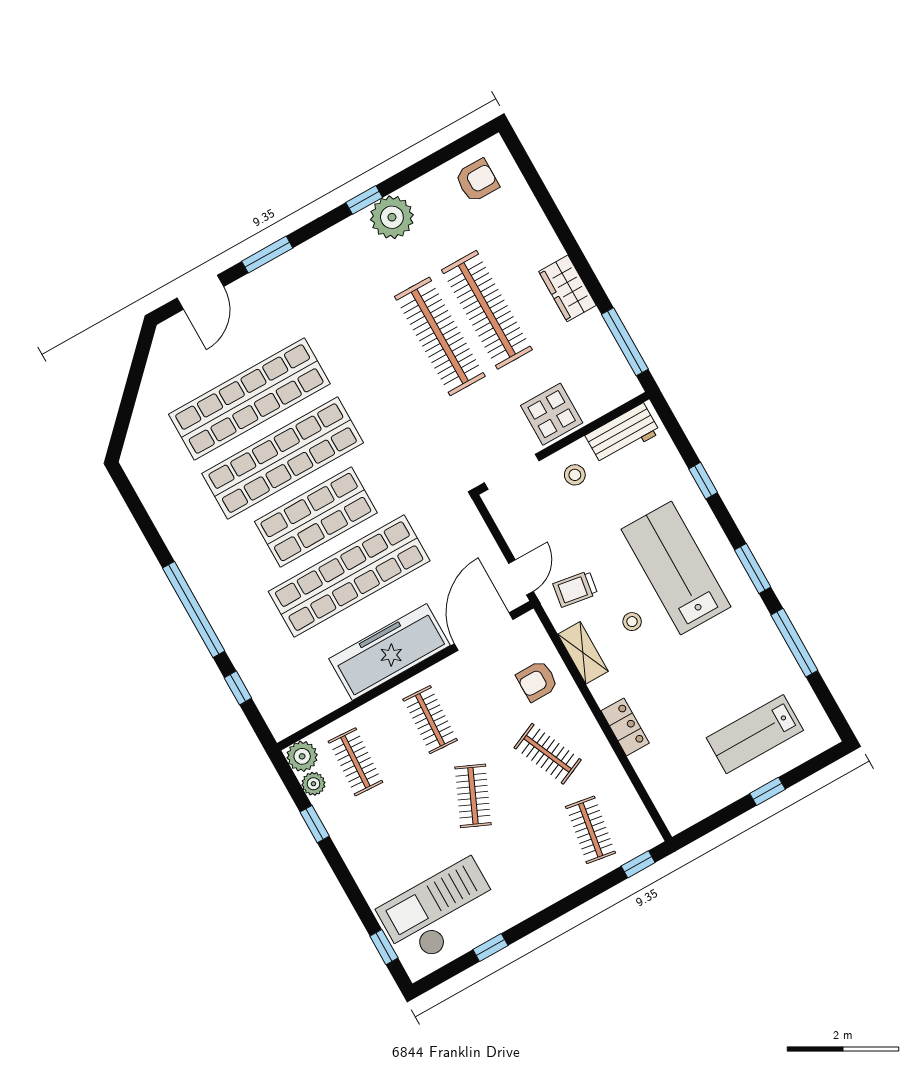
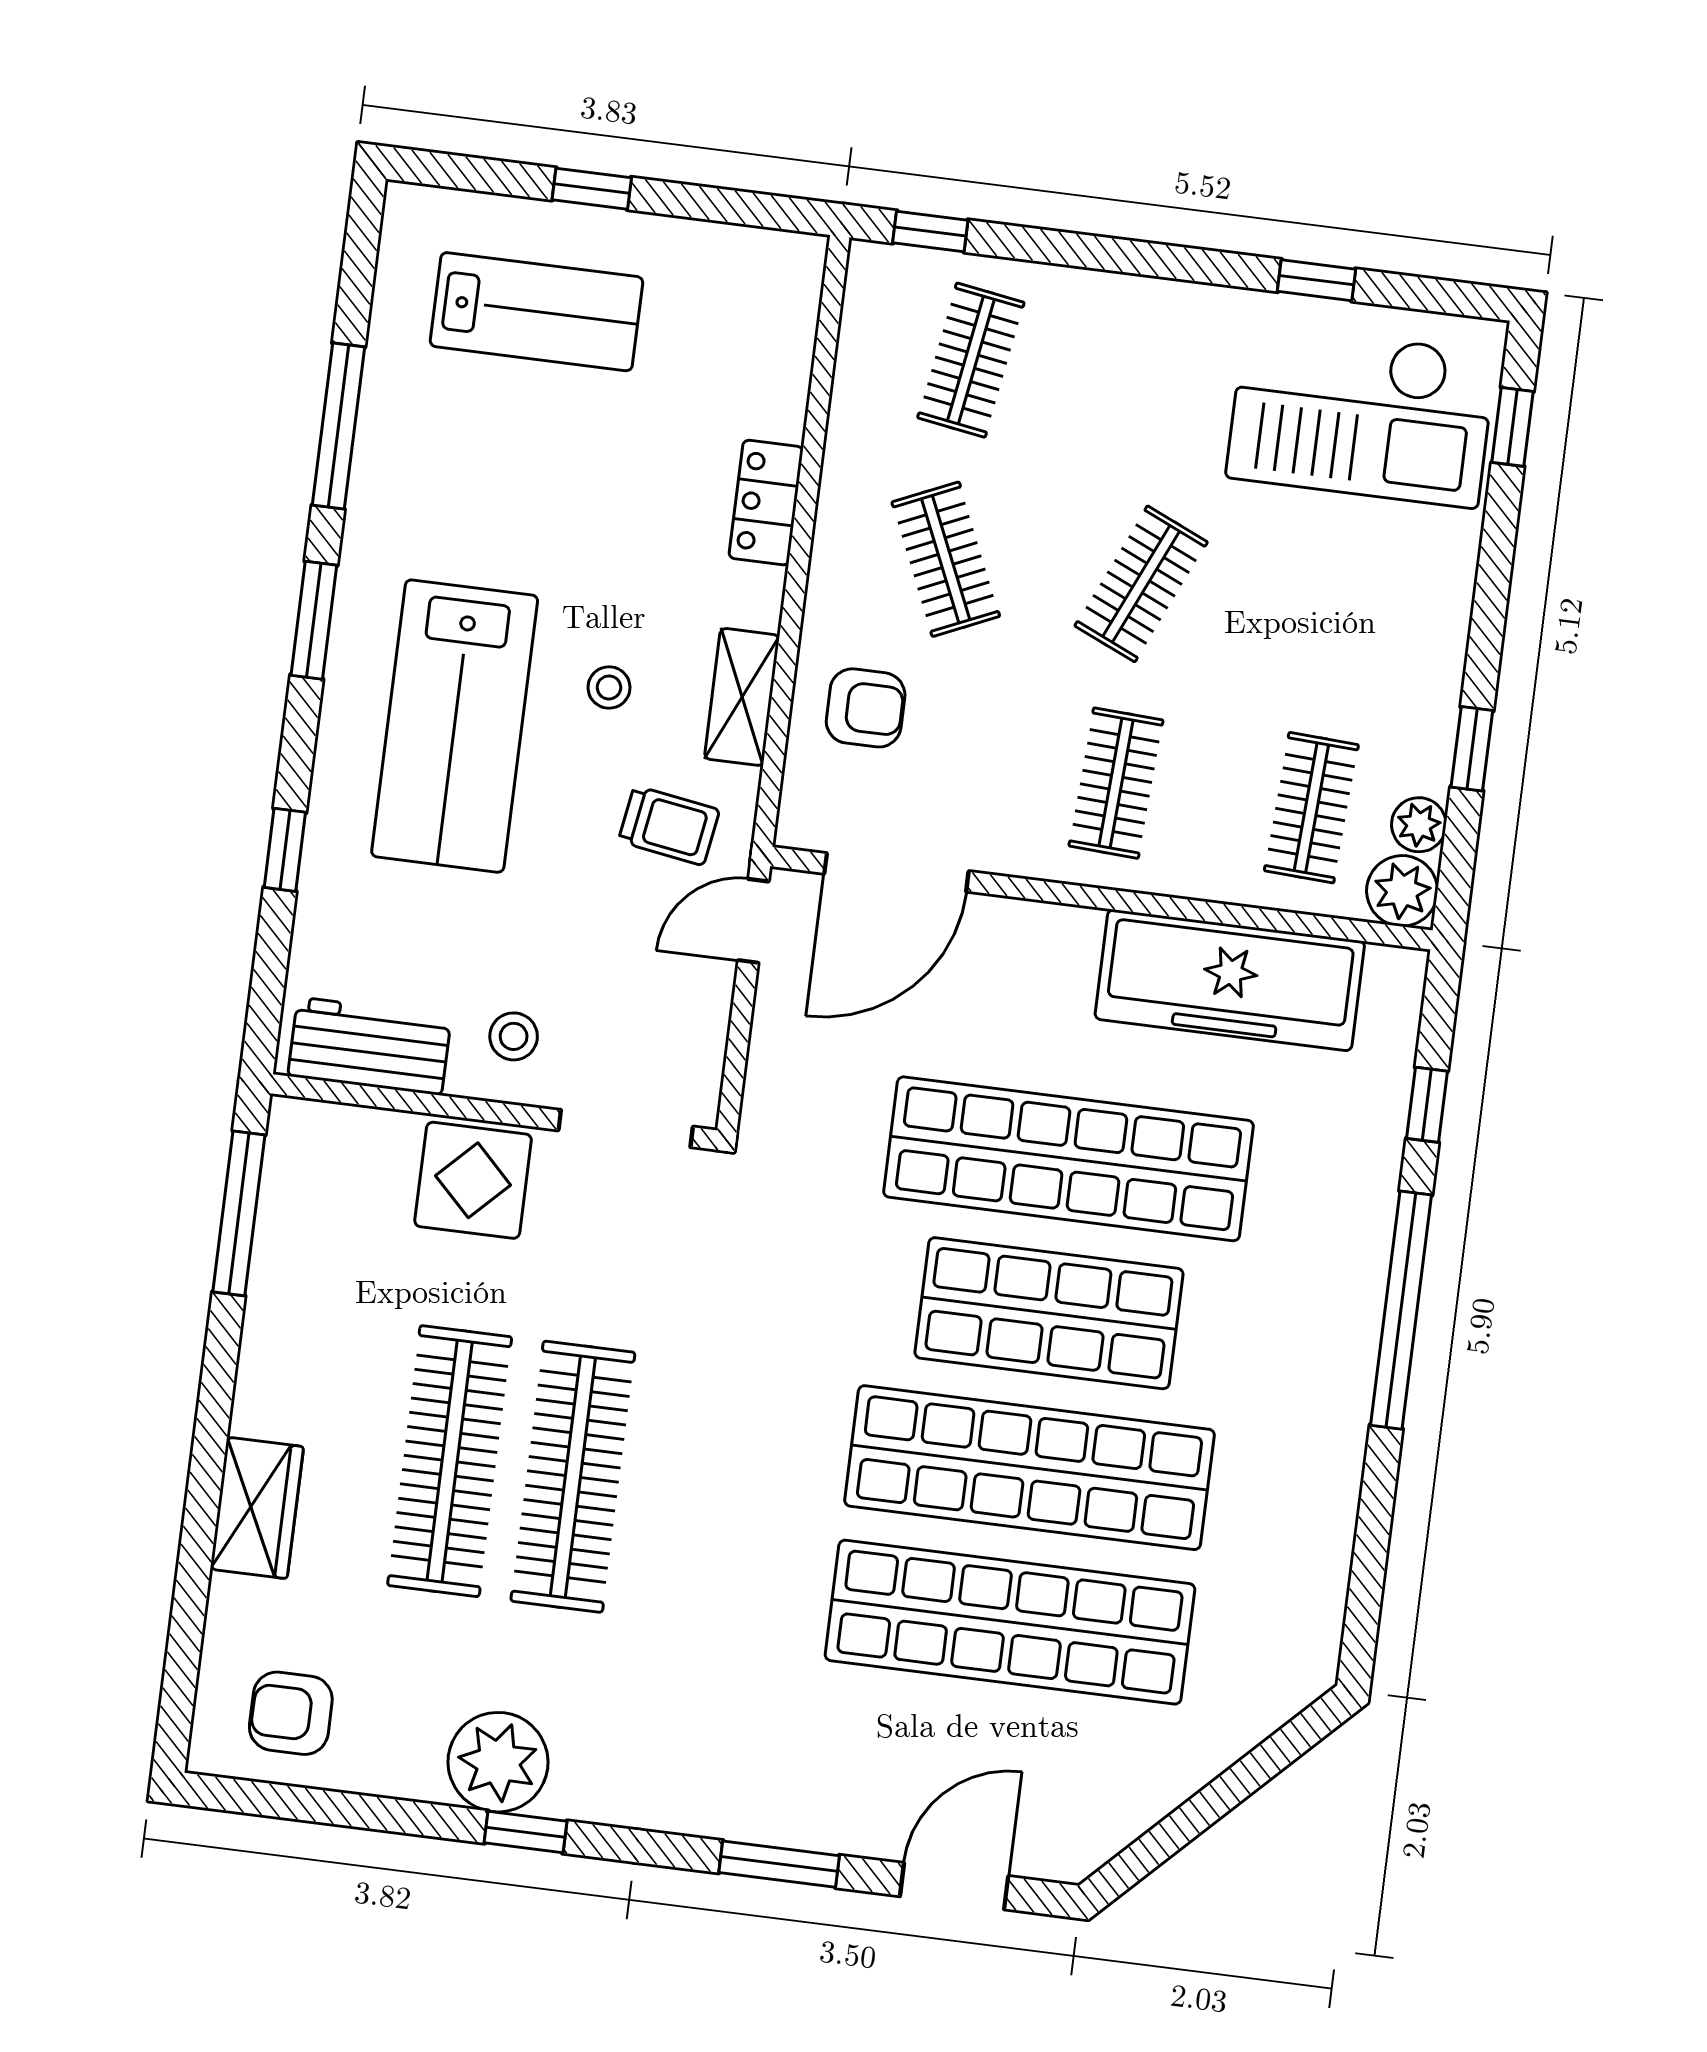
wardrobe: (567, 288) -> (257, 1508), moved
freezer: (390, 652) -> (1230, 980), moved

